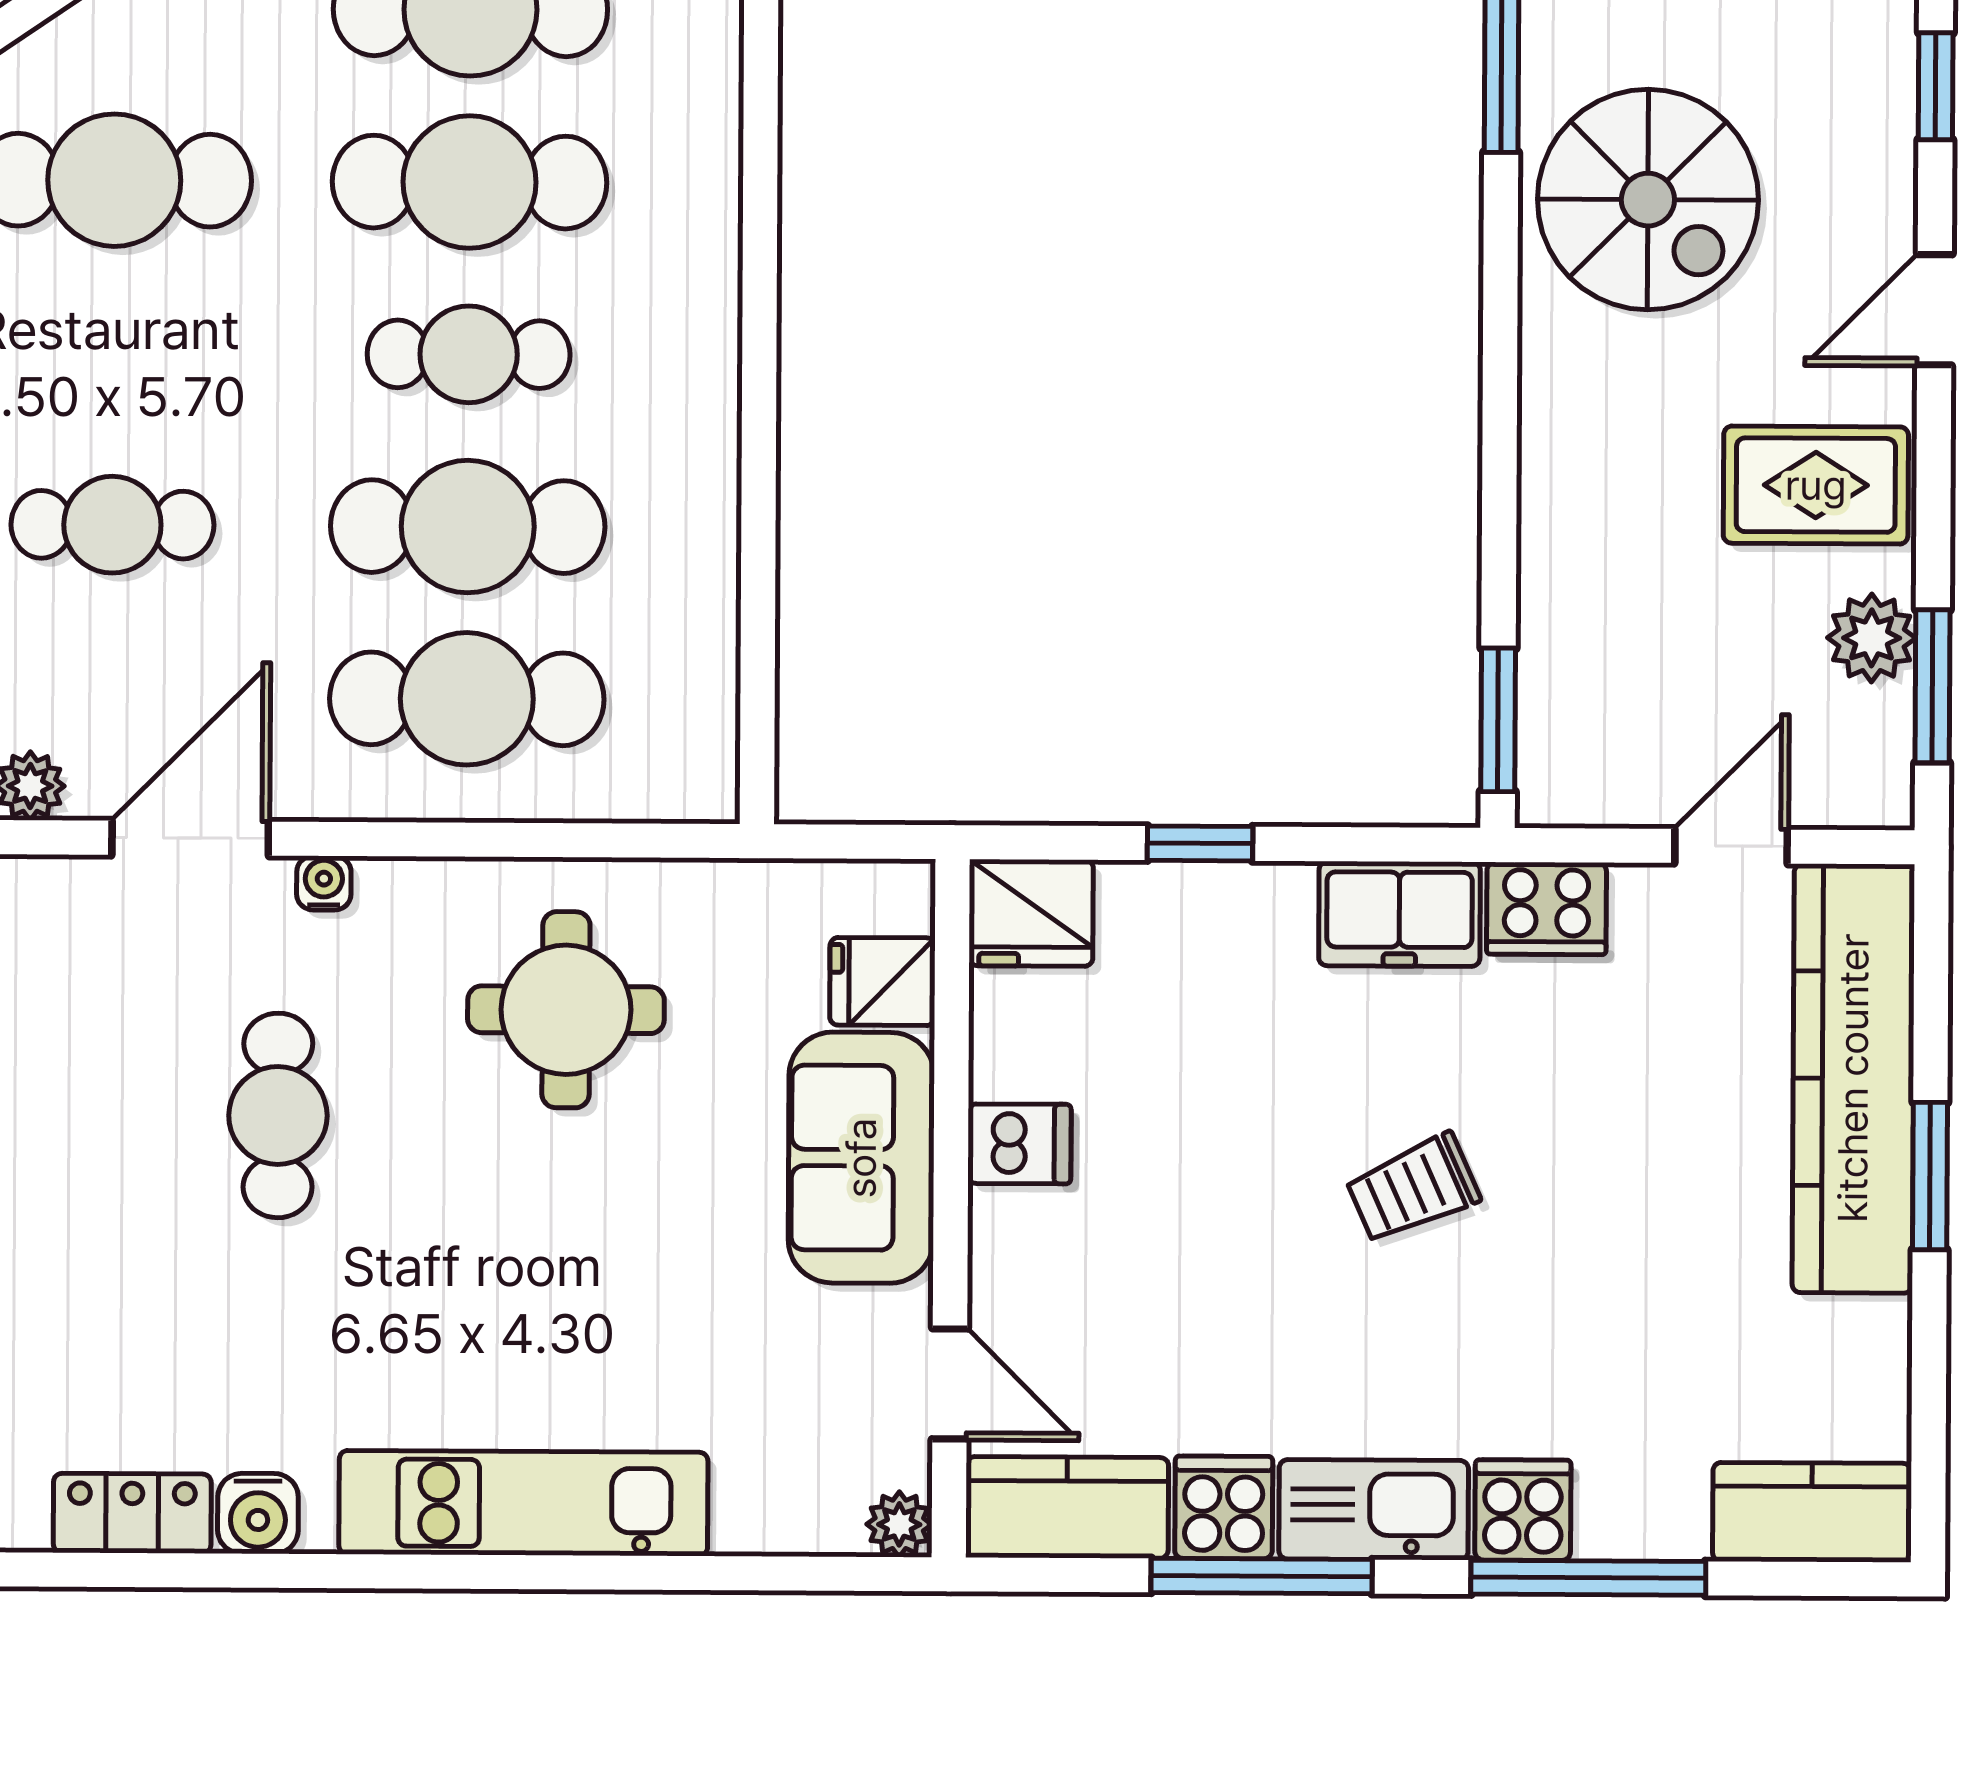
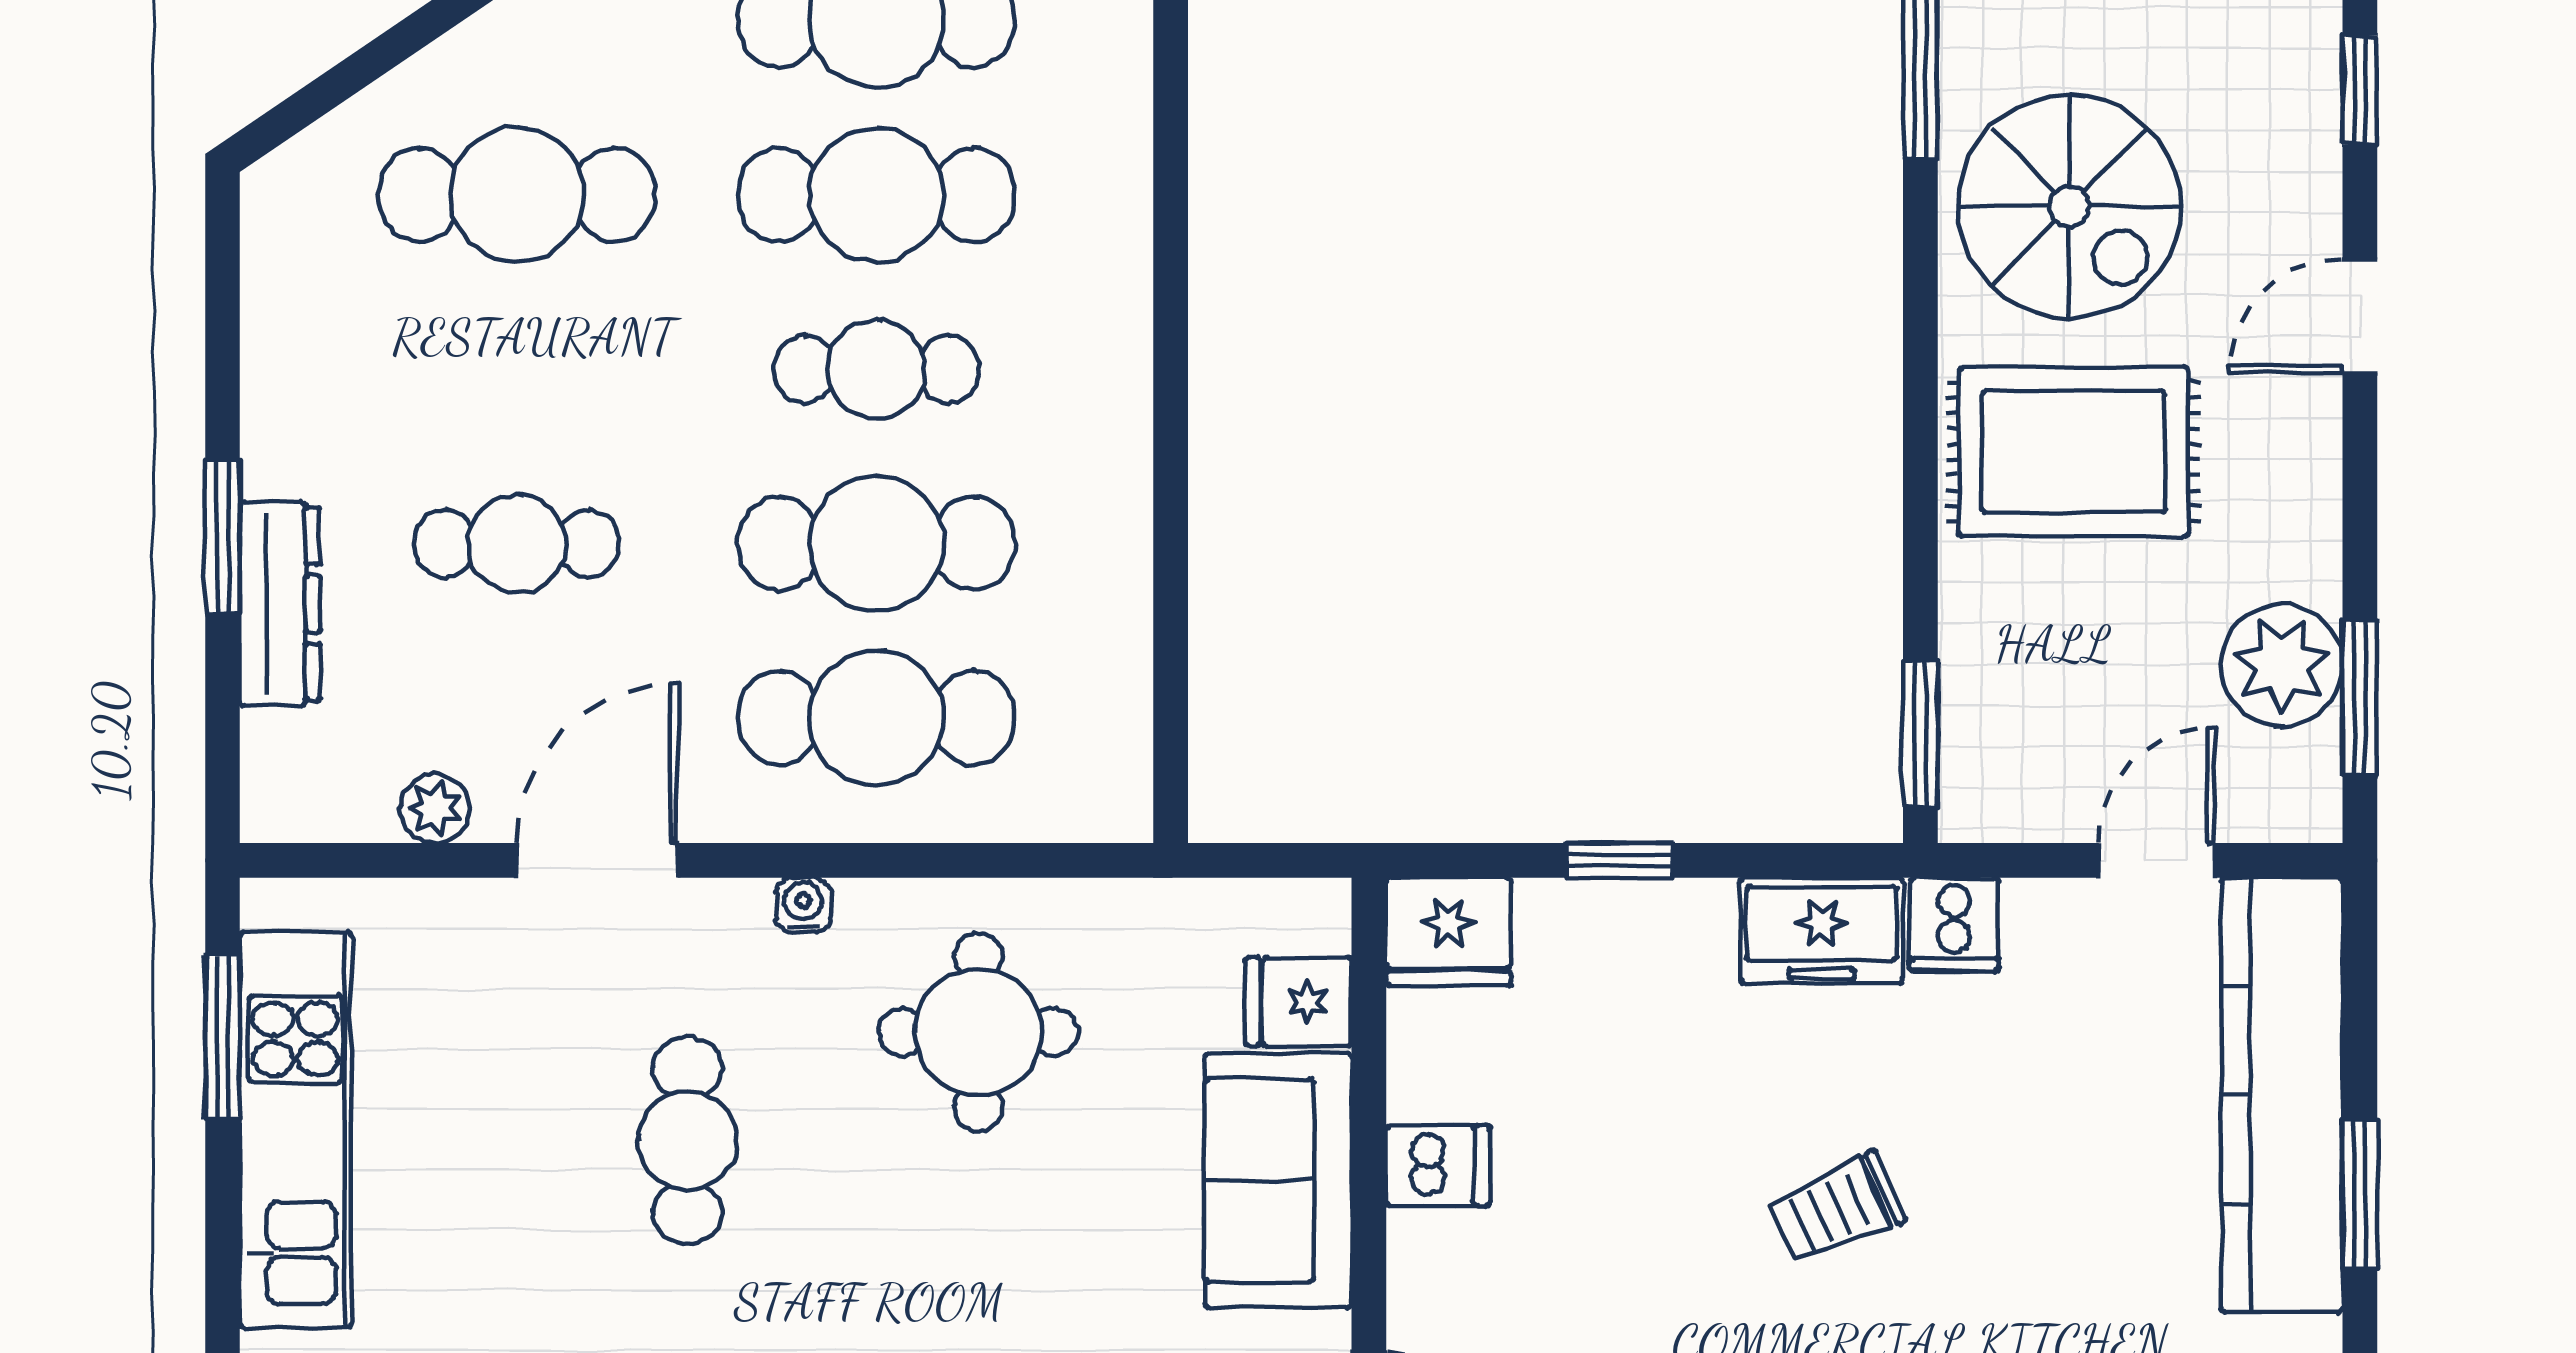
rug: (1816, 485) -> (2073, 452), moved, width x1.36, depth x1.43
plant: (1872, 638) -> (2282, 665), width x1.36, depth x1.36
water cooler: (324, 883) -> (803, 905), moved
cooker: (1546, 908) -> (1954, 924), width x0.73

